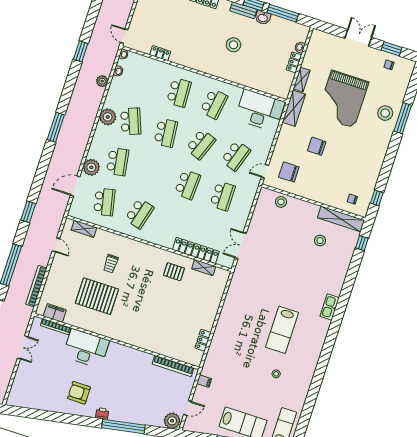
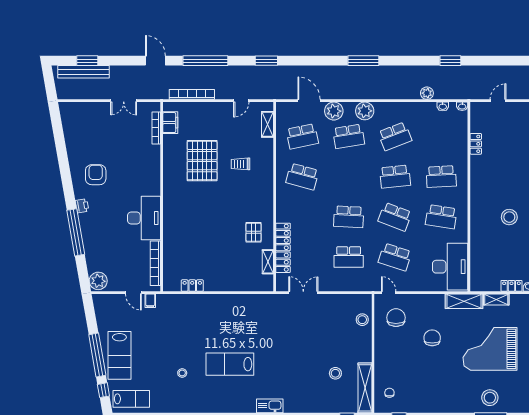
door: (124, 36) -> (498, 101), moved
plant: (108, 117) -> (365, 111), moved
desk: (86, 348) -> (144, 218), moved
door: (188, 408) -> (133, 293), moved

